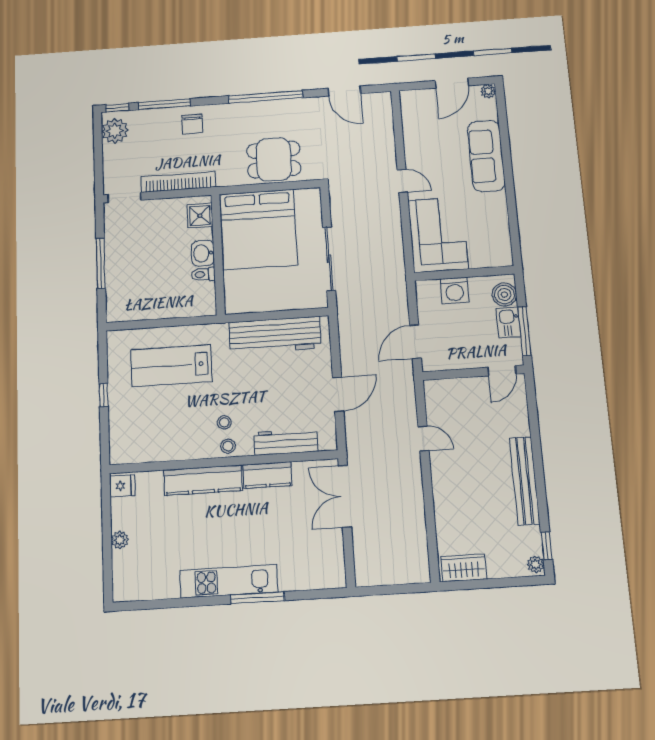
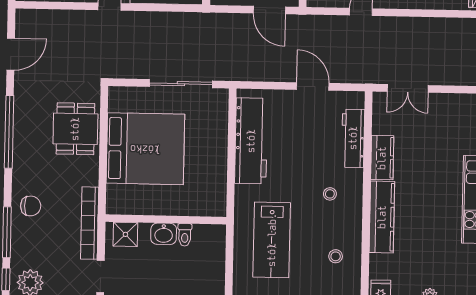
shower: (200, 216) -> (125, 234), moved
washbasin: (203, 253) -> (164, 234), moved
wall: (218, 254) -> (166, 219), moved
toilet: (203, 274) -> (185, 235), moved
stool: (228, 446) -> (336, 256), moved
double door: (345, 496) -> (408, 88), width x0.73

